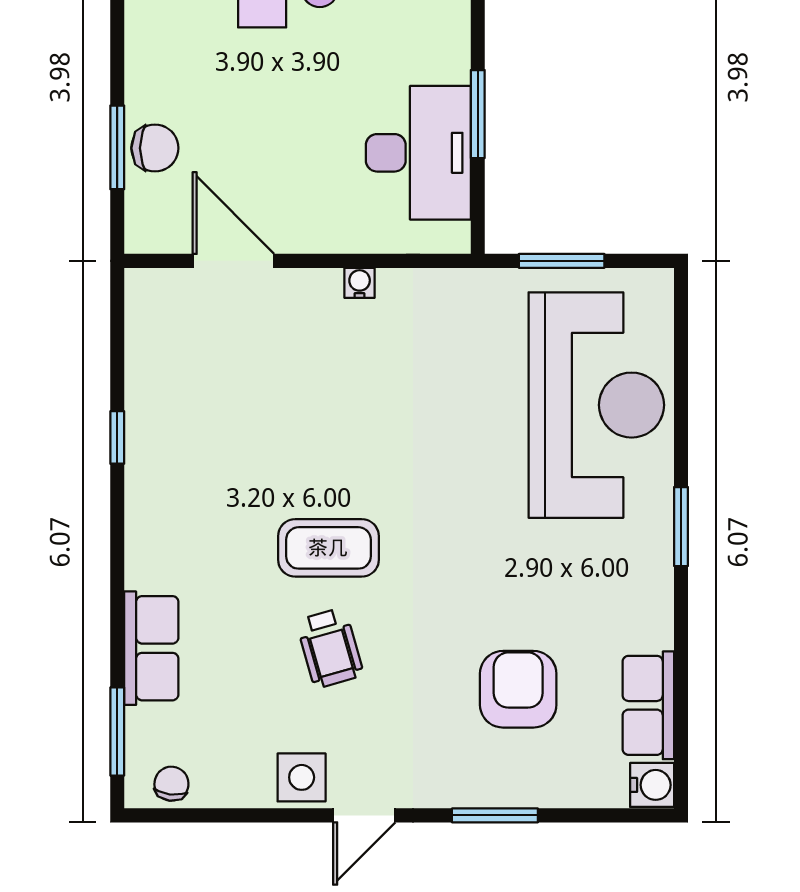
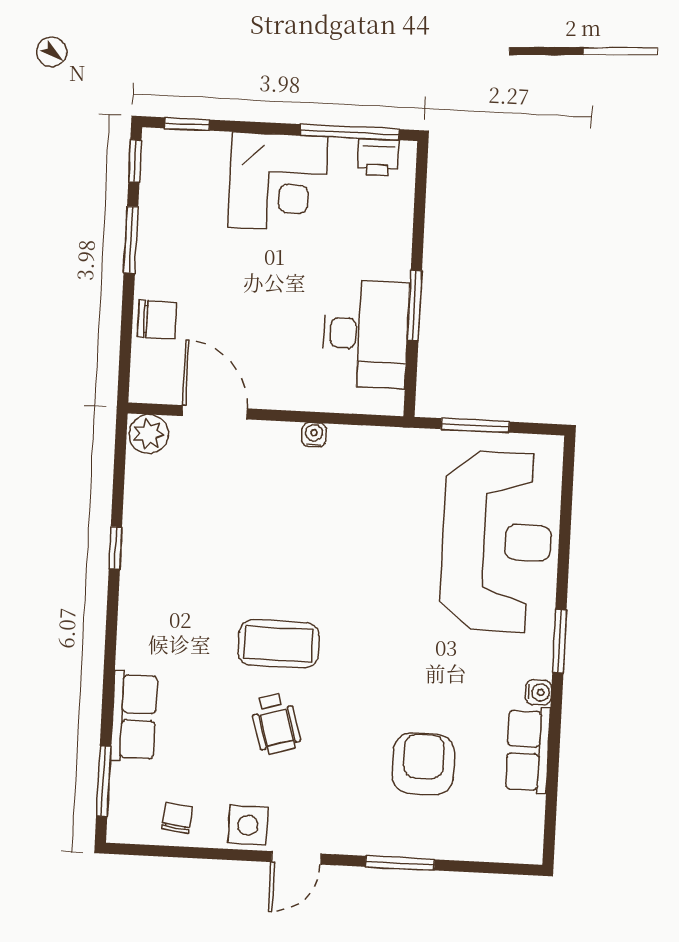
window: (117, 147) -> (131, 240), moved
plant: (152, 292) -> (149, 434), added
row of seats: (648, 705) -> (528, 750), moved
chair: (171, 784) -> (177, 818), moved
water cooler: (652, 785) -> (539, 692), moved, width x0.72, depth x0.72

